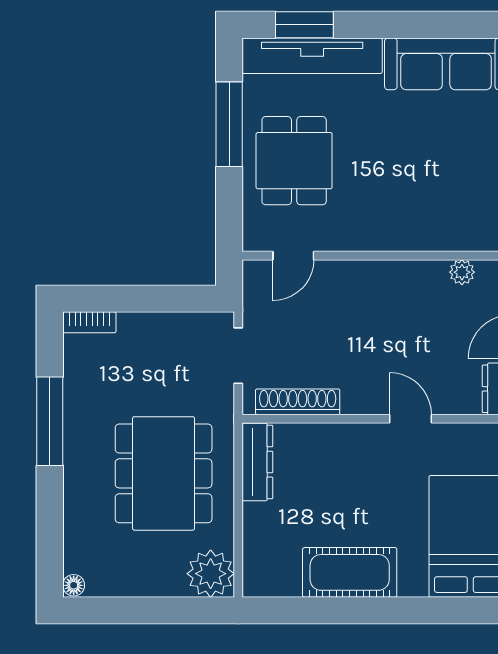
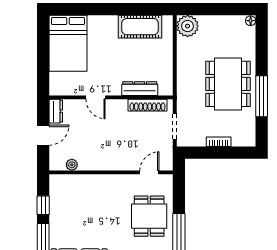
bookcase: (89, 322) -> (219, 142), moved
dresser: (257, 462) -> (140, 89), moved, turned 90
dining table: (164, 473) -> (228, 84), moved
cot: (350, 572) -> (140, 27), moved

